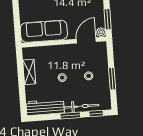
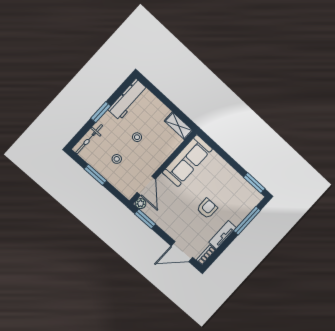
shelving: (29, 72) -> (179, 126), moved
bicycle: (82, 106) -> (89, 139), moved
window: (96, 113) -> (81, 134), removed

